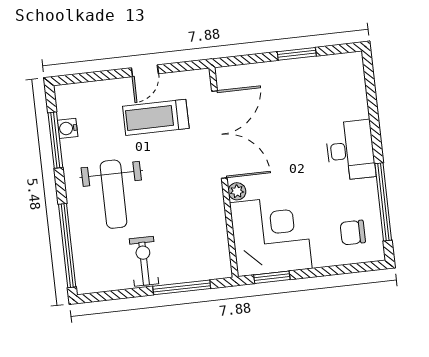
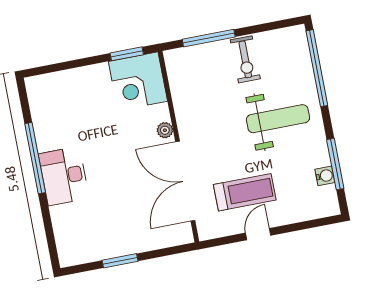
weight bench: (114, 194) -> (278, 119), turned 90
window: (383, 202) -> (35, 158), moved
chair: (353, 233) -> (56, 101), removed
corner desk: (271, 236) -> (138, 81), width x0.74, depth x0.74

